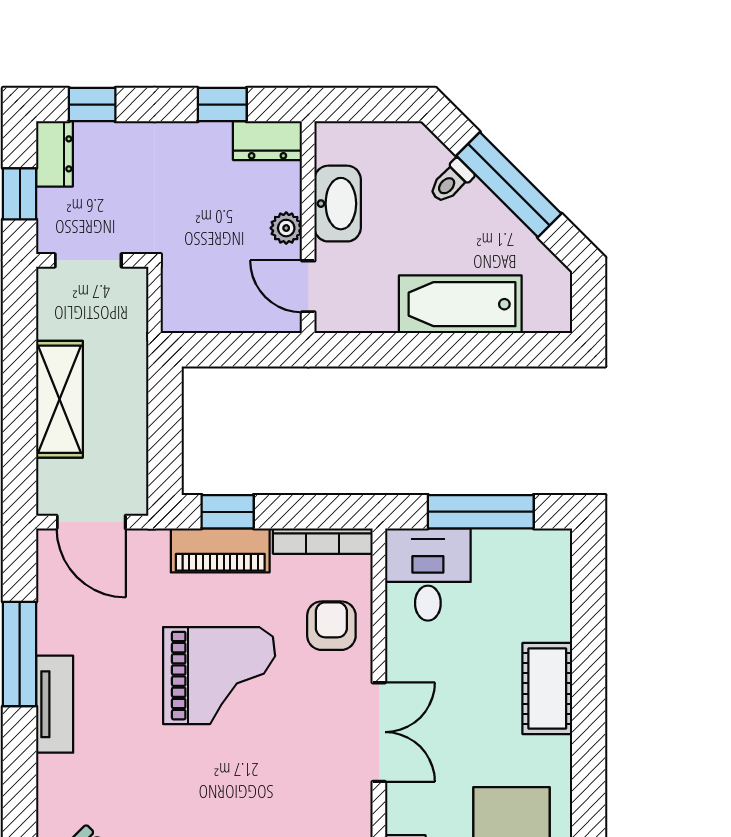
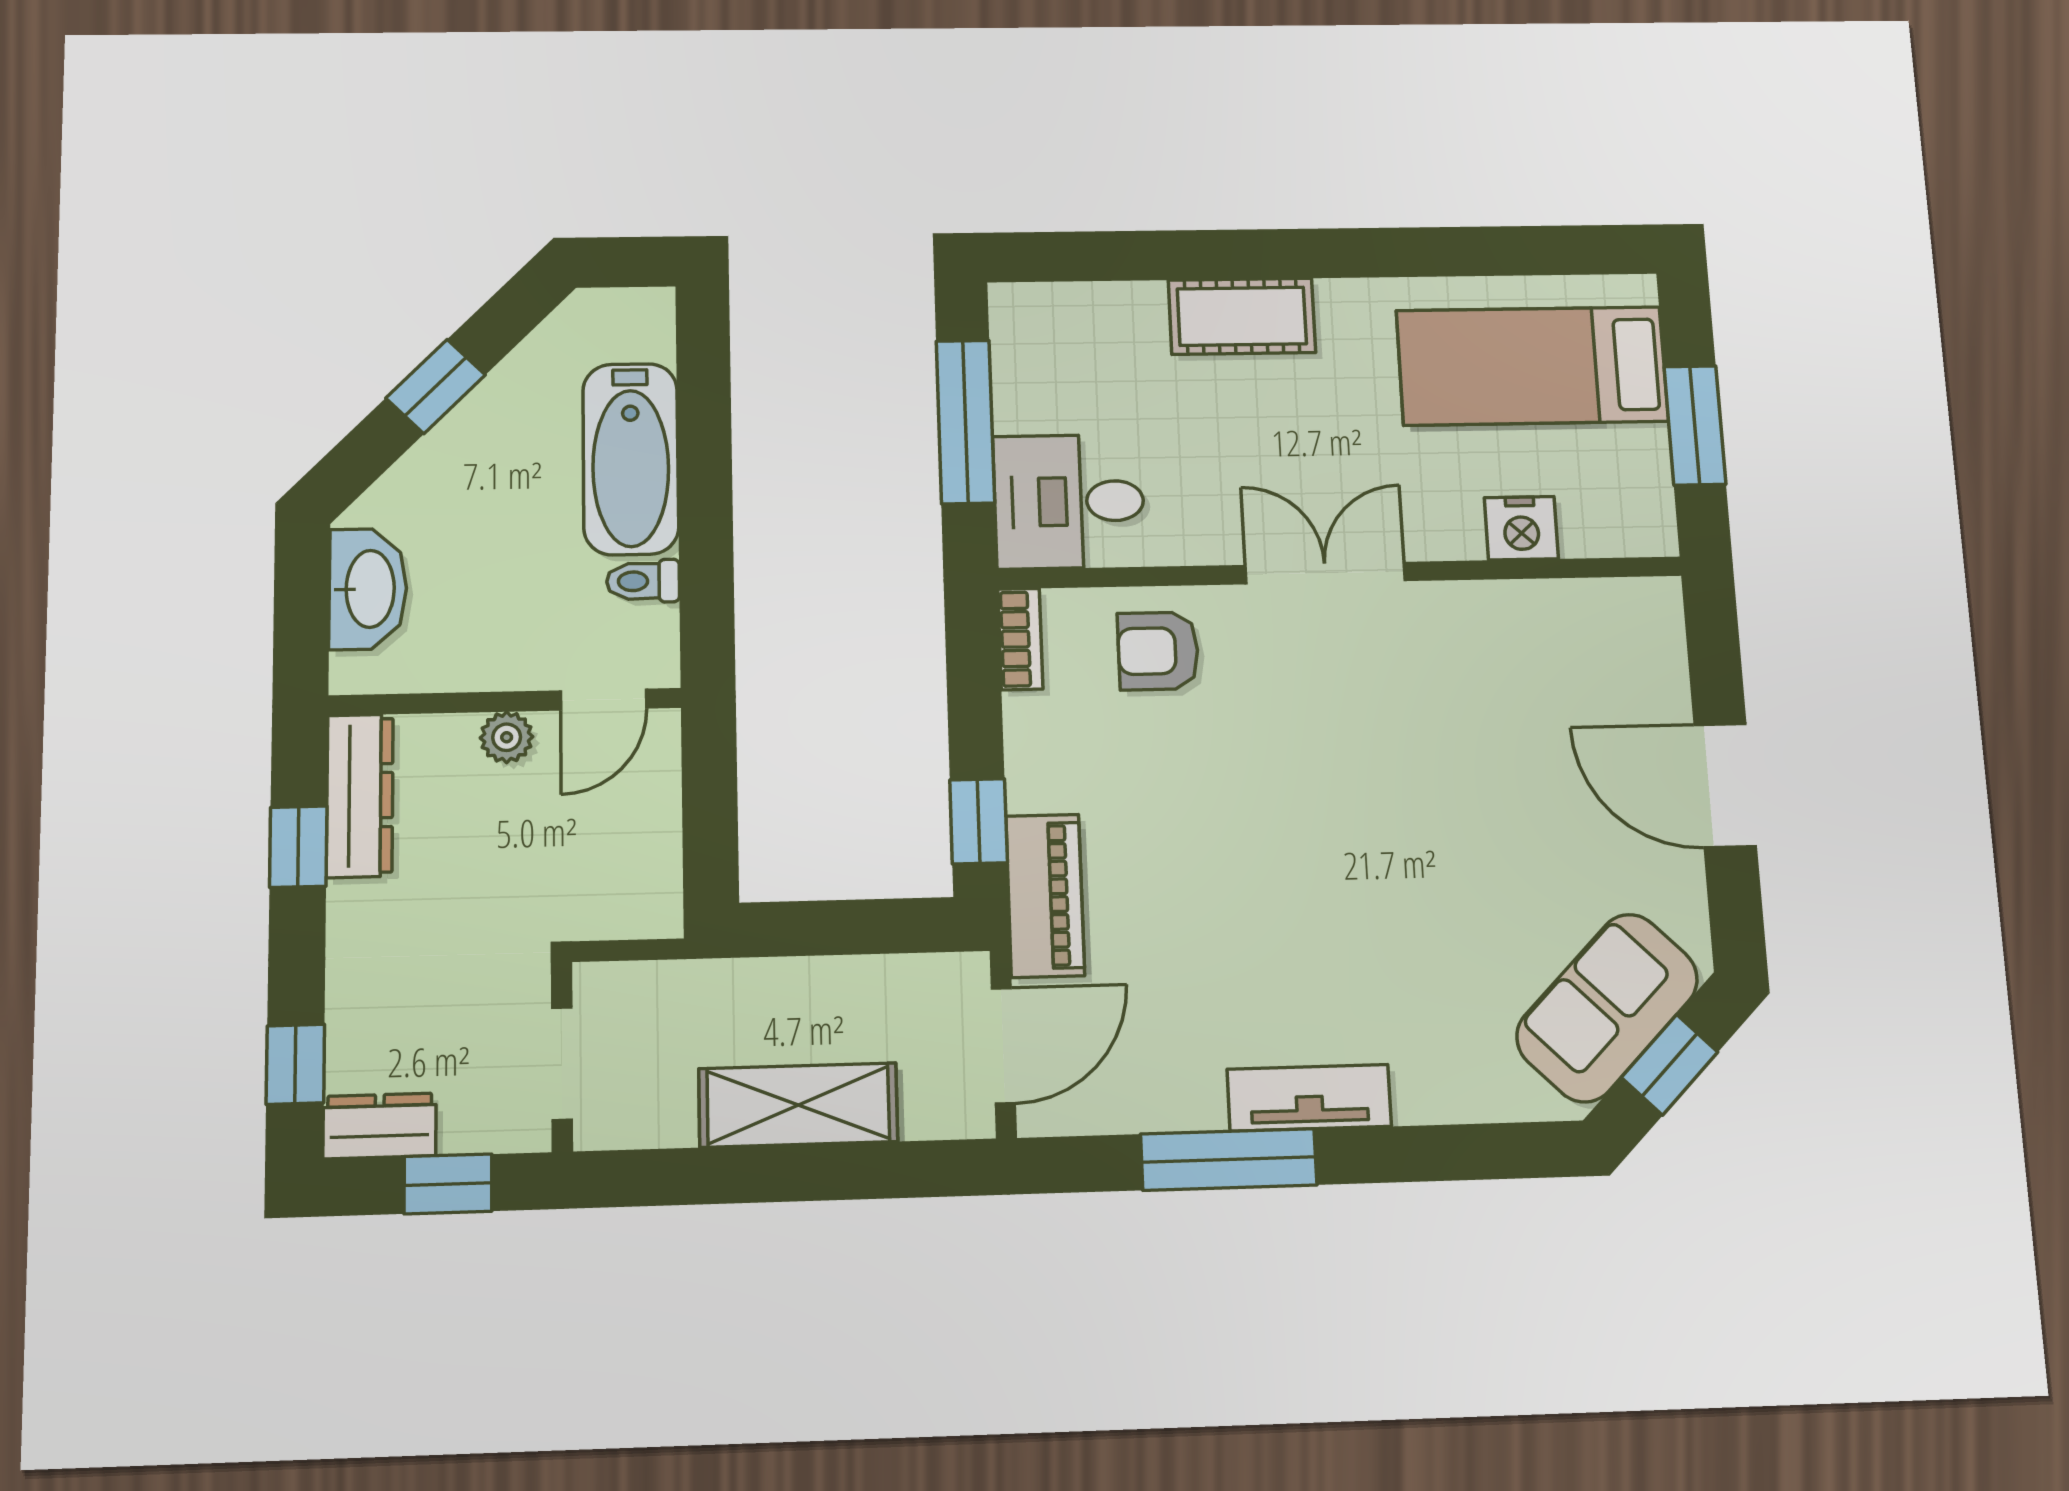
dresser: (267, 141) -> (360, 796), width x1.44
toilet: (451, 181) -> (643, 581), moved, turned 135
window: (509, 185) -> (436, 386), width x0.46
washbasin: (338, 204) -> (368, 589), moved, turned 90
bookcase: (323, 541) -> (1020, 639), width x0.64
piano: (220, 550) -> (1045, 896), moved
grand piano: (219, 676) -> (1248, 829), removed

